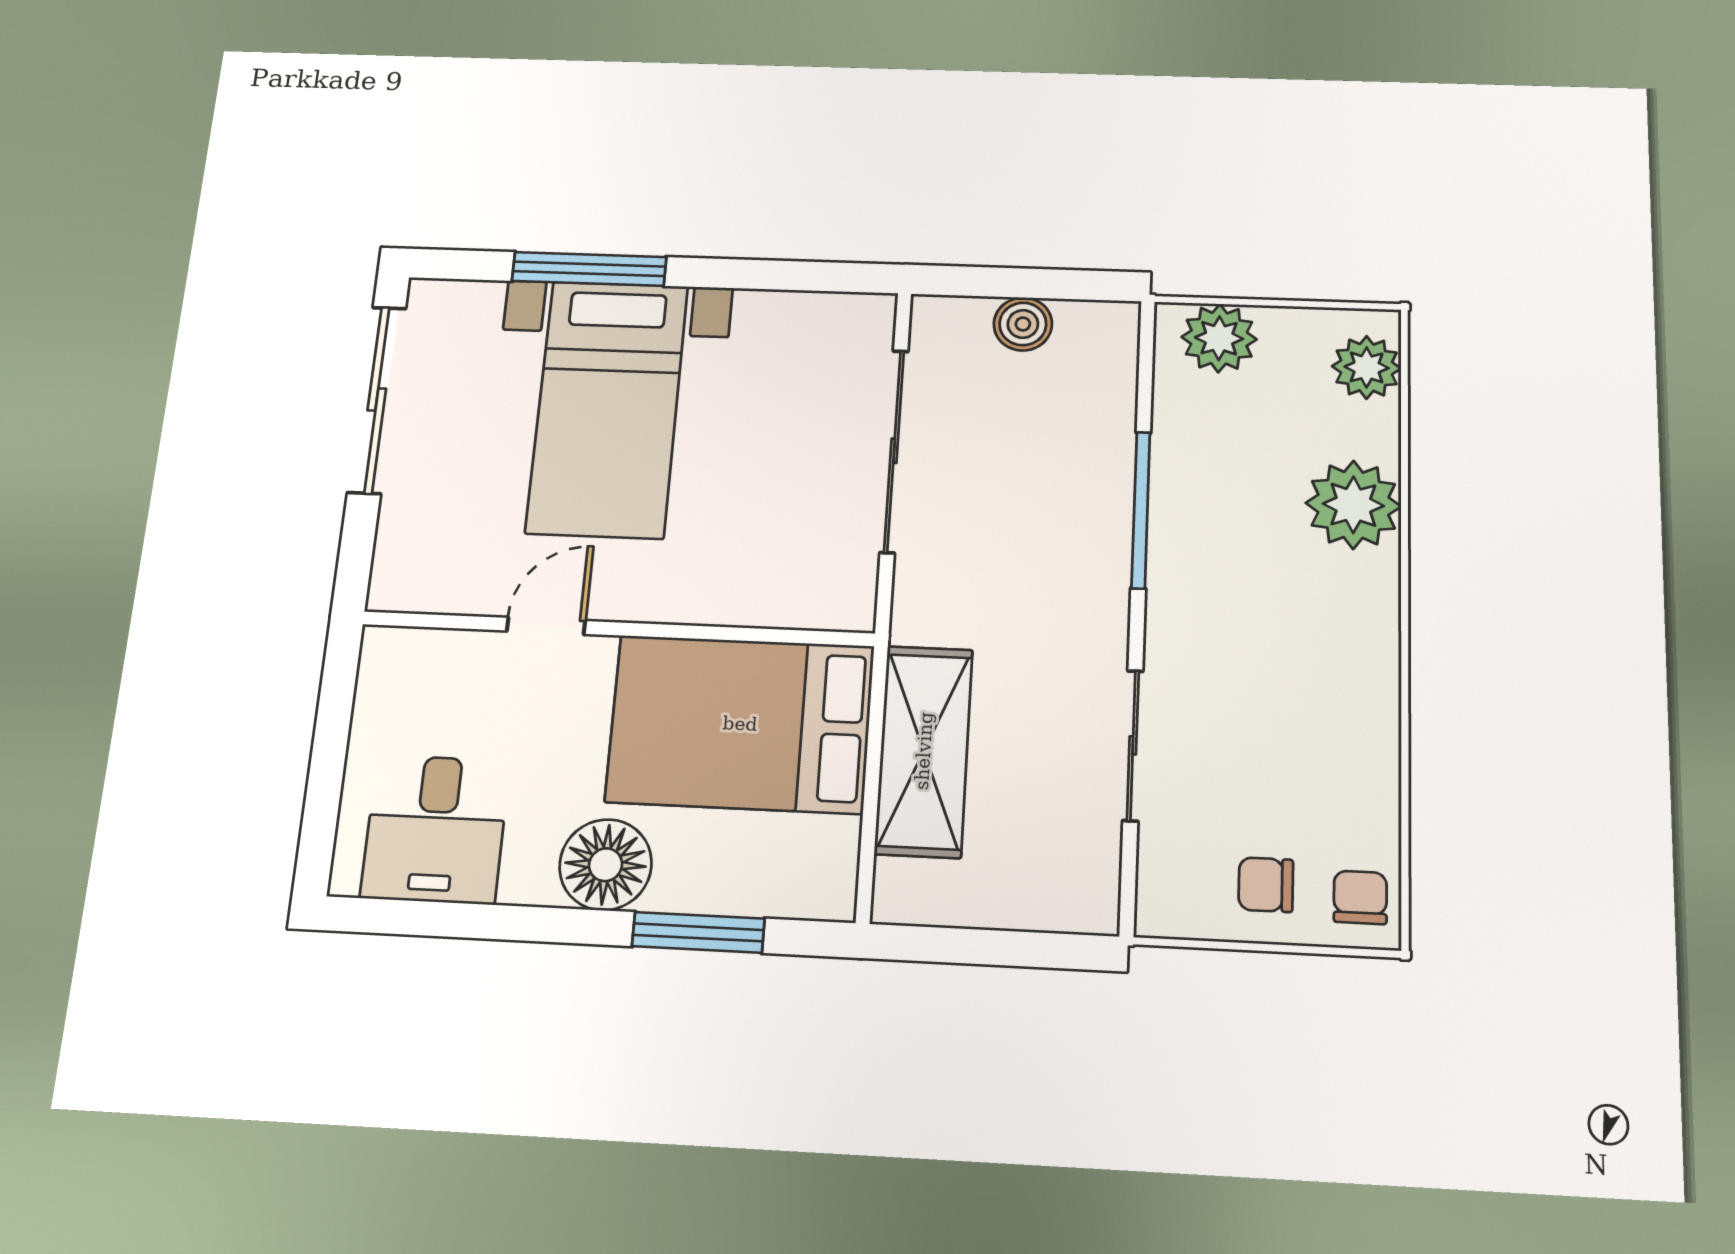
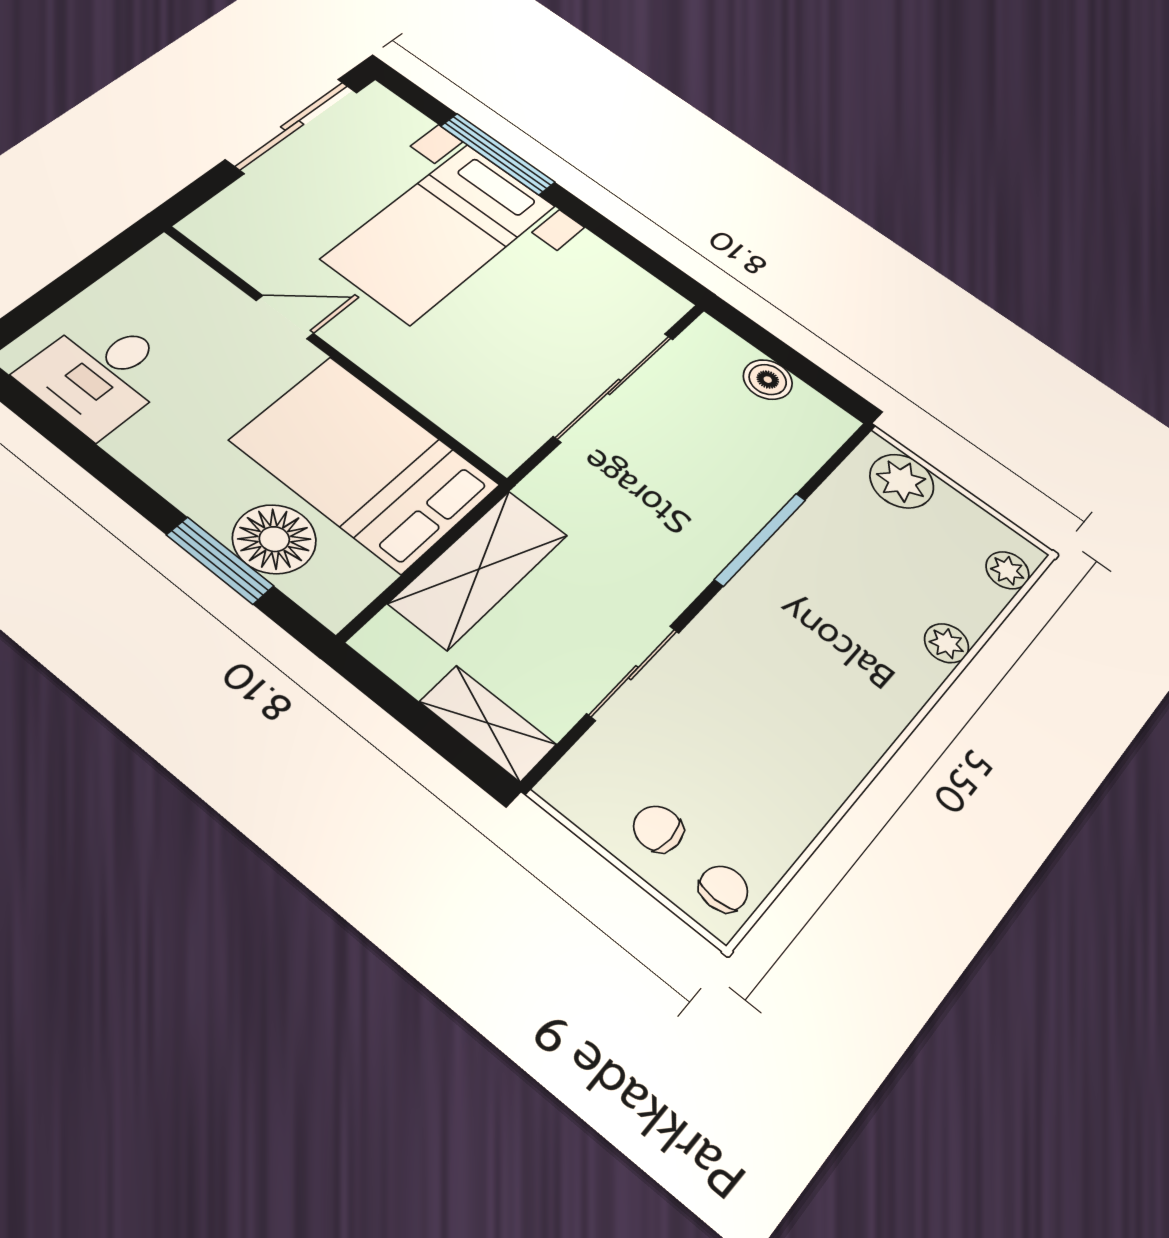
plant: (1367, 367) -> (1007, 570), width x0.73, depth x0.73
plant: (1353, 505) -> (947, 643), width x0.53, depth x0.53
floor lamp: (605, 865) -> (274, 539), moved
shelving: (1049, 901) -> (488, 723), added

